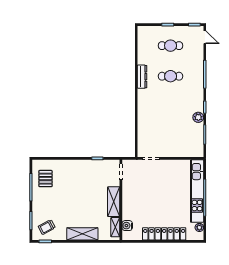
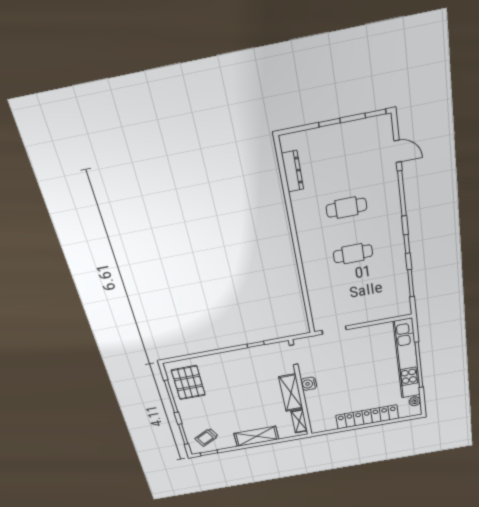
door: (205, 37) -> (398, 151), moved
cafe table: (171, 46) -> (353, 254), moved
dresser: (142, 77) -> (293, 171), moved
plant: (198, 117) -> (398, 261), removed
pallet: (45, 179) -> (188, 383), width x1.50, depth x1.42
water cooler: (127, 226) -> (309, 384), moved

